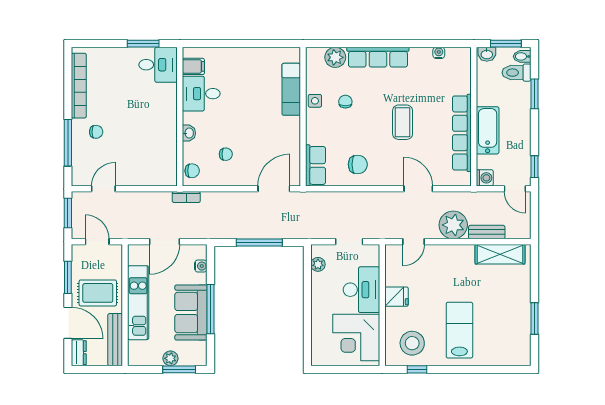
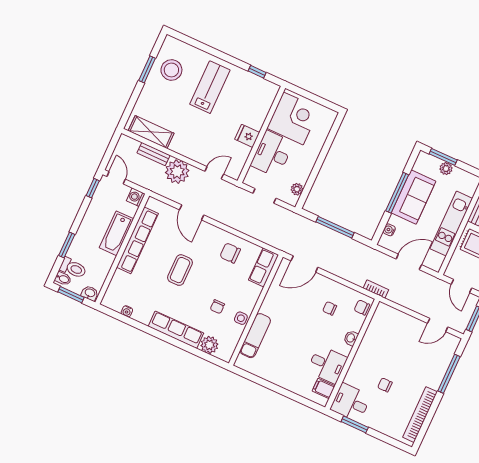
chair: (96, 132) -> (385, 385), moved
lab bench: (459, 330) -> (210, 87), turned 180
stool: (412, 343) -> (171, 70), moved

